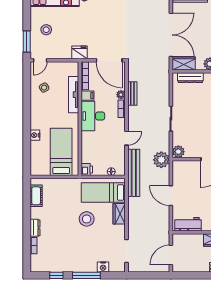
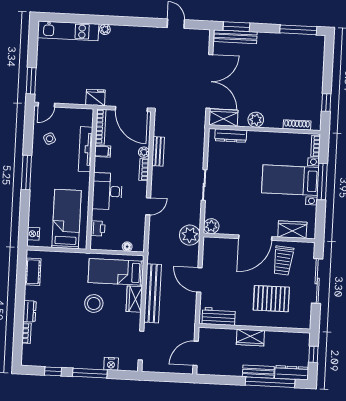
stool: (46, 30) -> (56, 67), removed
window: (27, 116) -> (26, 173), added
desk: (93, 116) -> (107, 191), moved
nightstand: (35, 135) -> (33, 234), moved
printer: (87, 169) -> (98, 228), moved
bench: (134, 173) -> (153, 293), moved

